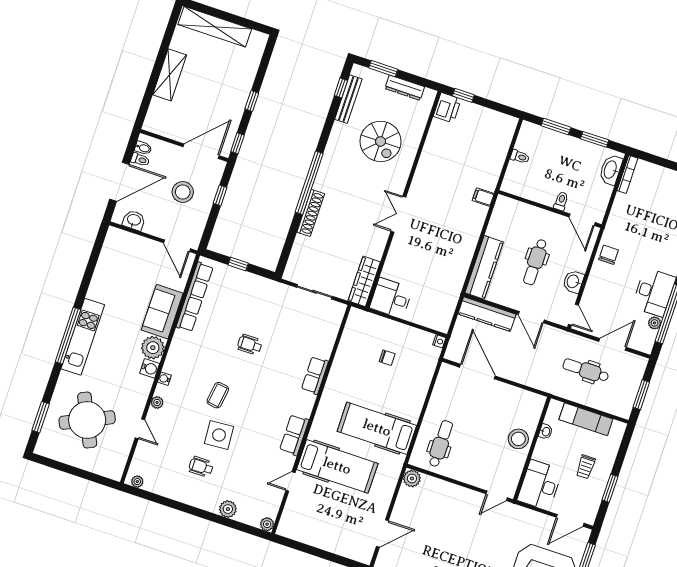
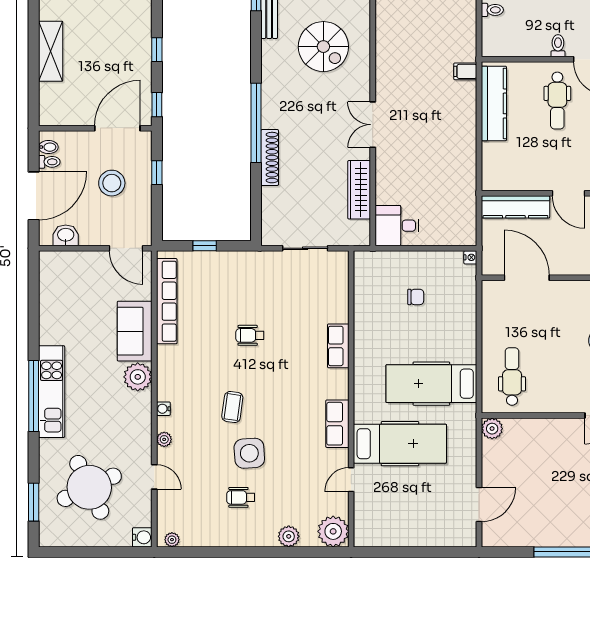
dental chair: (535, 262) -> (557, 101), moved
kitchen counter: (484, 267) -> (494, 103), moved
wardrobe: (364, 281) -> (359, 190), moved
water cooler: (150, 368) -> (142, 537), moved
plant: (267, 524) -> (333, 531), width x1.87, depth x1.87

